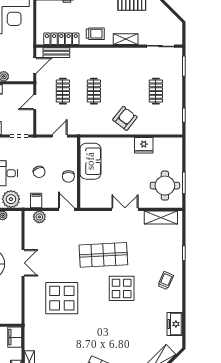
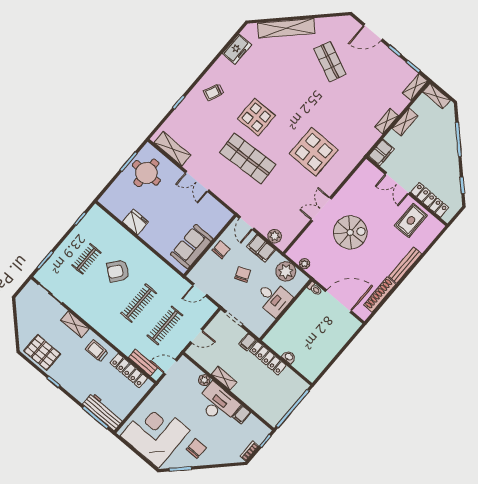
clothes rail: (63, 91) -> (165, 325), width x1.36
clothes rail: (94, 91) -> (139, 303), width x1.36
armchair: (125, 118) -> (118, 271), moved
filing cabinet: (36, 201) -> (261, 248), width x2.00

